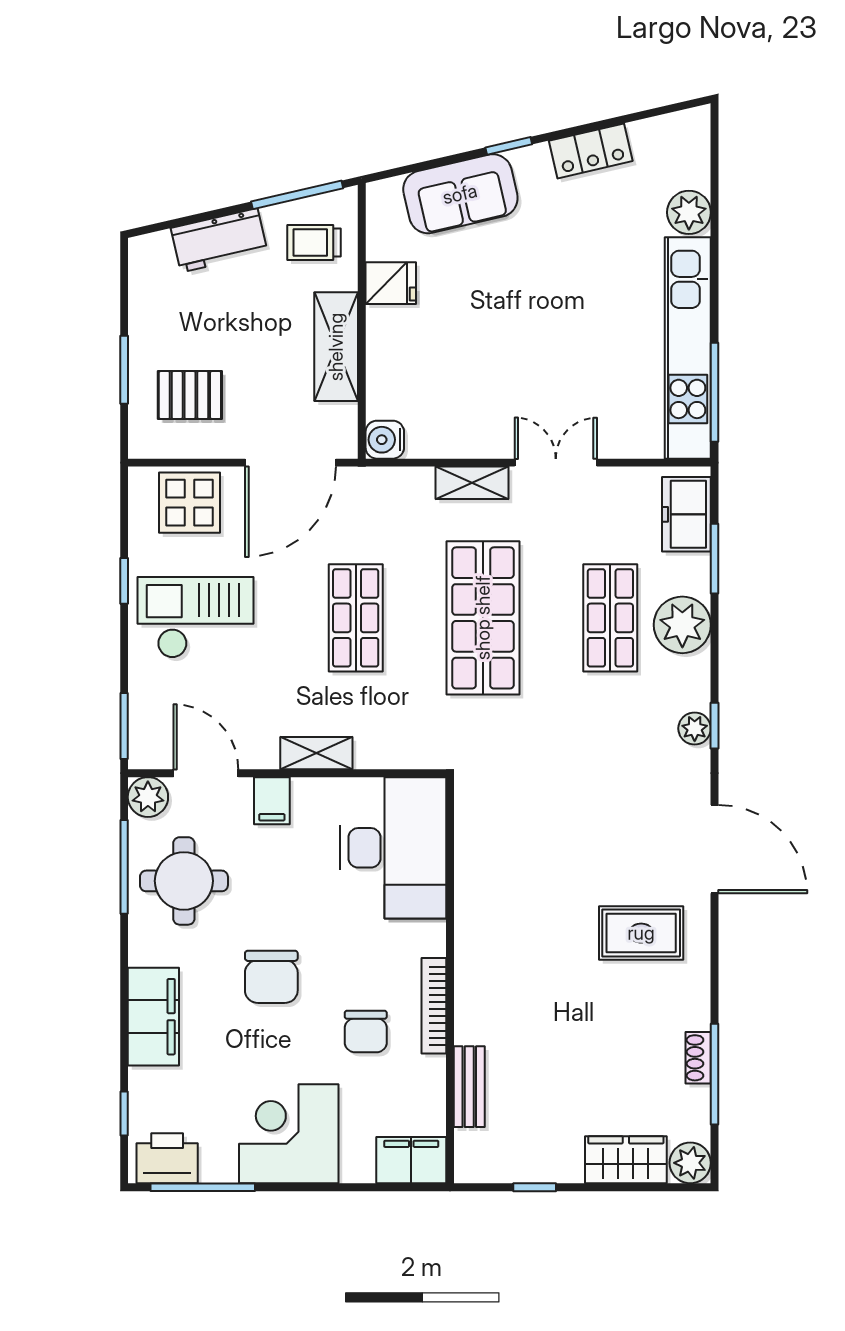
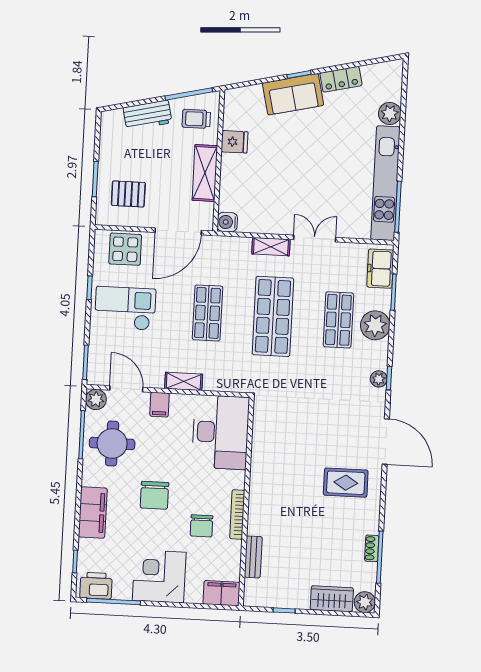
sofa: (460, 194) -> (293, 94), moved

